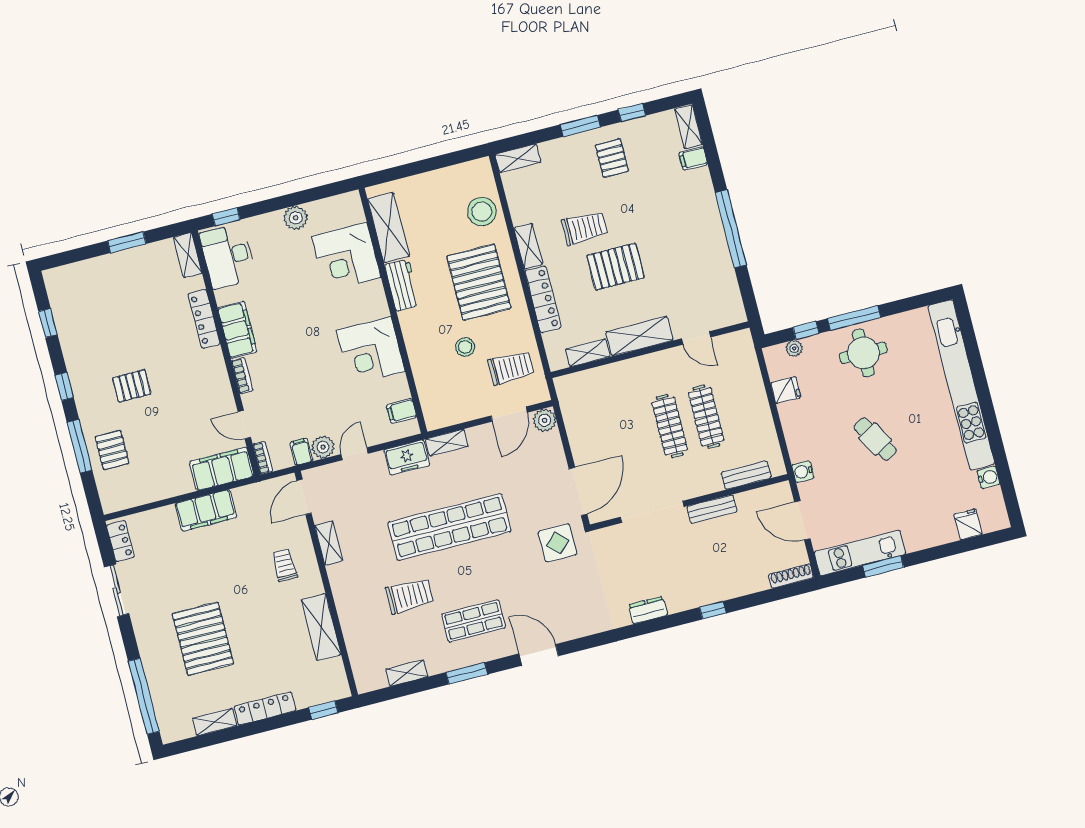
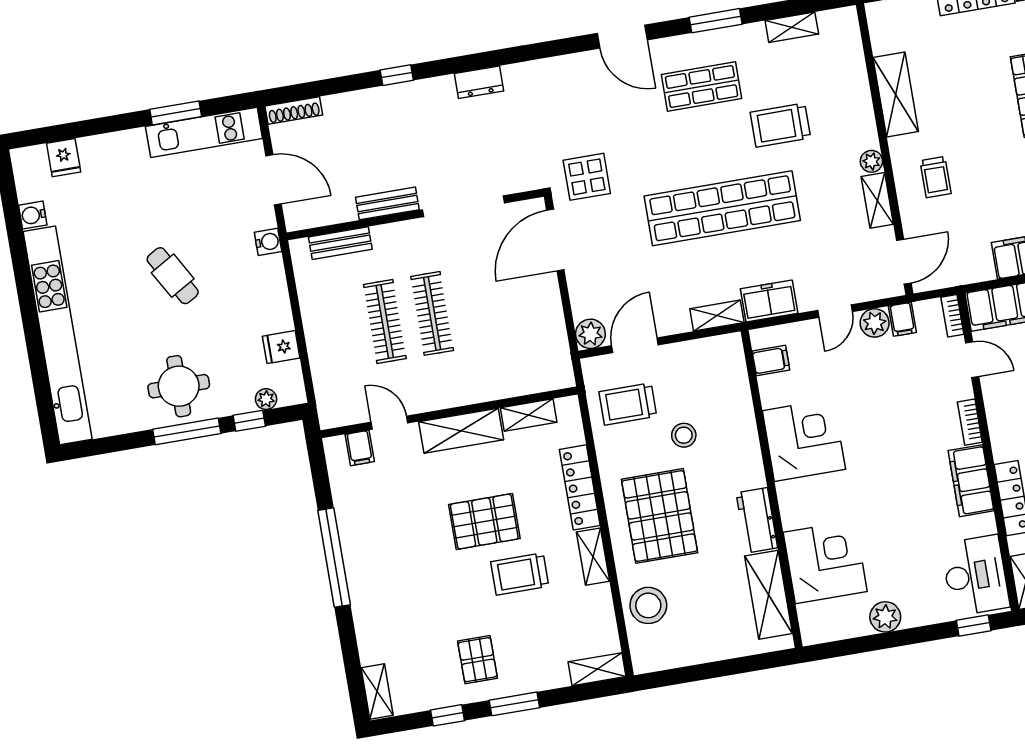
filing cabinet: (693, 158) -> (360, 448), moved, turned 90
plant: (336, 573) -> (871, 161), added

